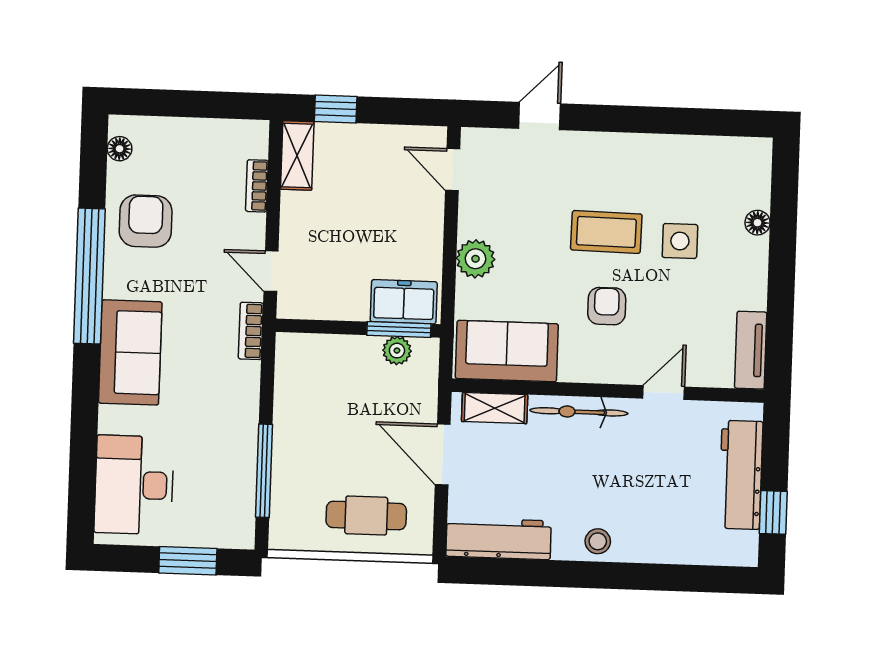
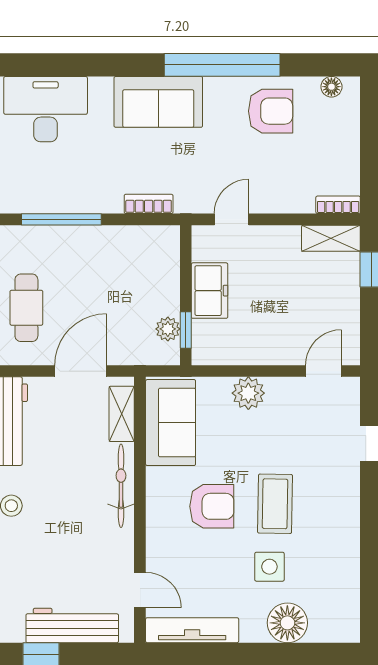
bookcase: (257, 186) -> (338, 205), moved
floor lamp: (757, 223) -> (287, 623), width x1.89, depth x1.89
freezer: (404, 302) -> (210, 291), moved
armchair: (607, 306) -> (212, 506), width x1.38, depth x1.38
window: (399, 330) -> (186, 330), width x0.67
bookcase: (251, 331) -> (149, 204), moved
tv unit: (751, 350) -> (192, 630), width x1.41
door: (664, 393) -> (140, 590), moved

